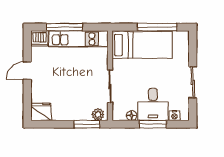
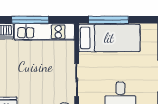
window: (157, 27) -> (108, 20), moved

